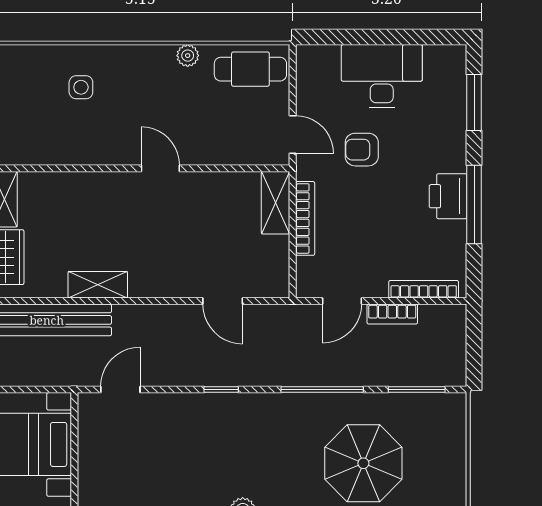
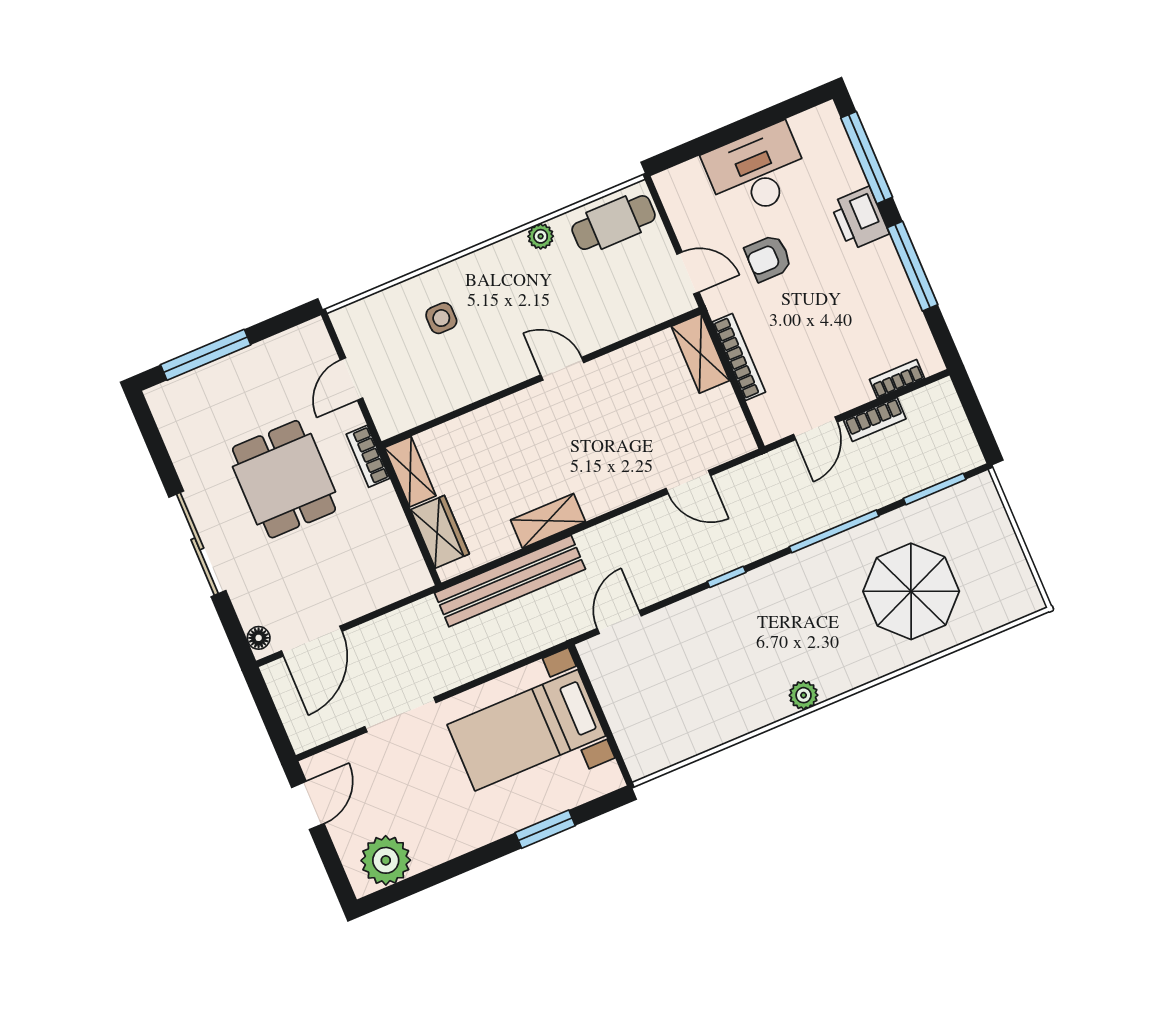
window: (474, 103) -> (867, 158), width x1.44
printer: (448, 196) -> (860, 218), moved
bookcase: (424, 289) -> (897, 379), width x0.64

